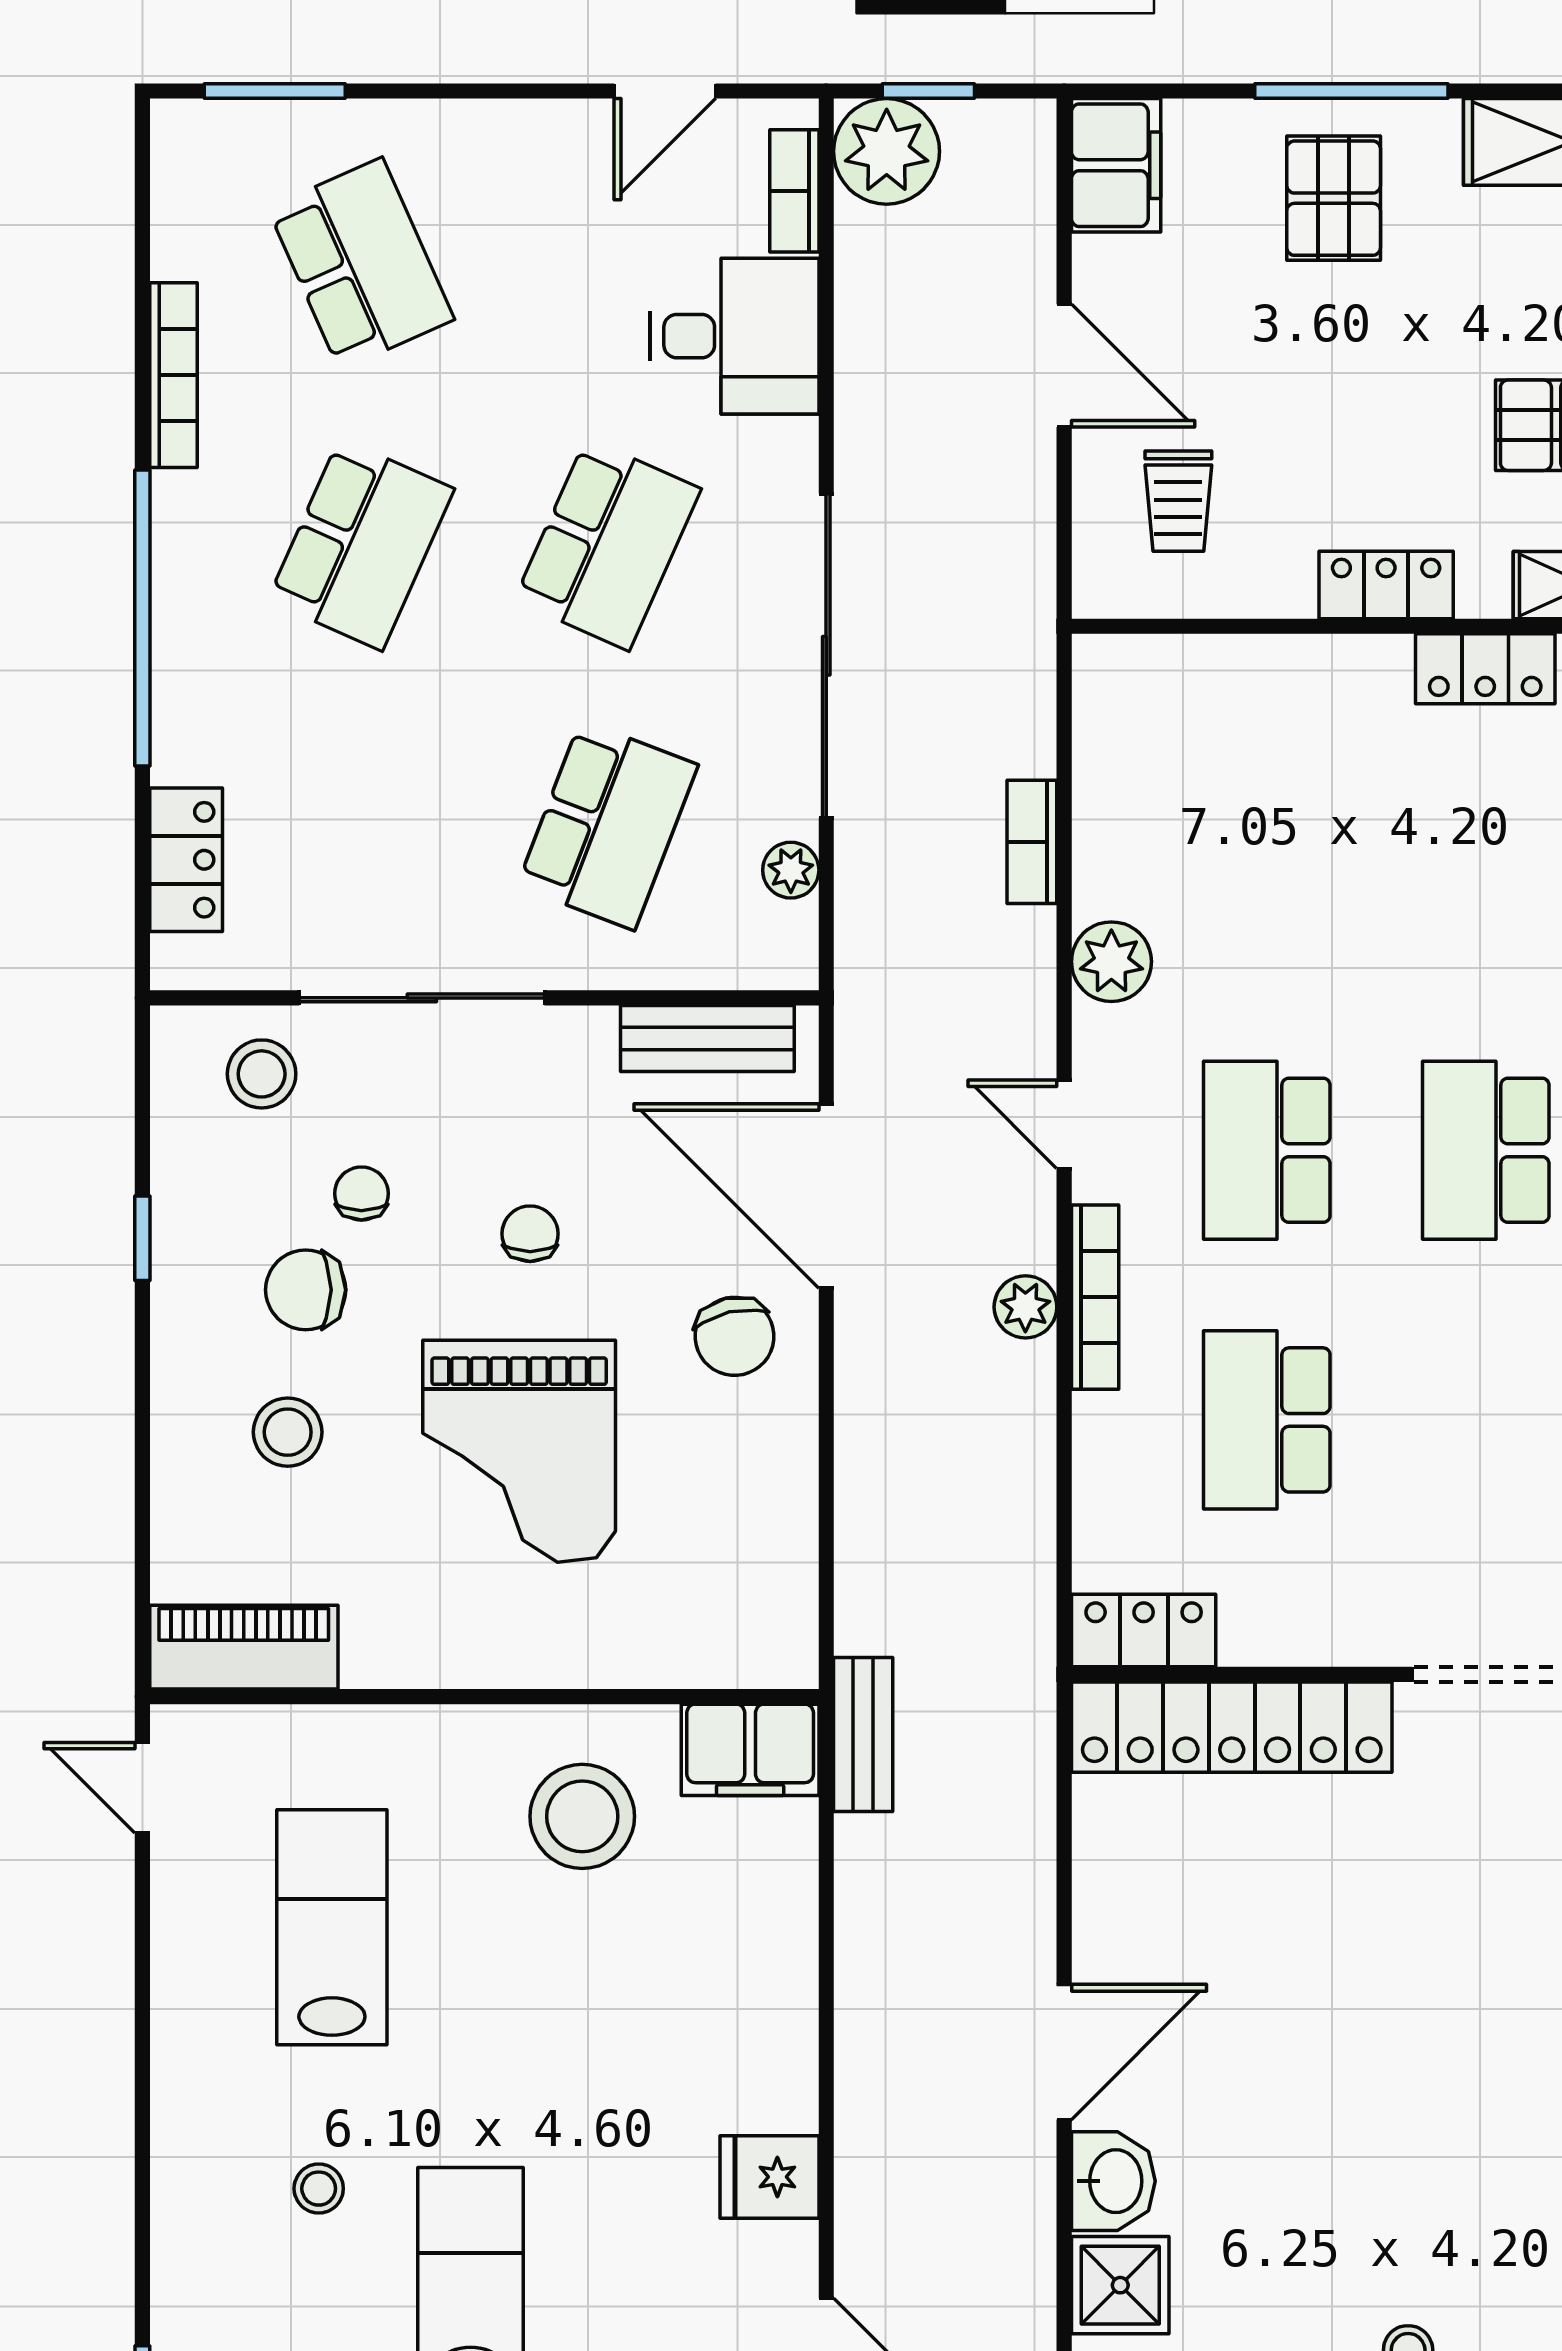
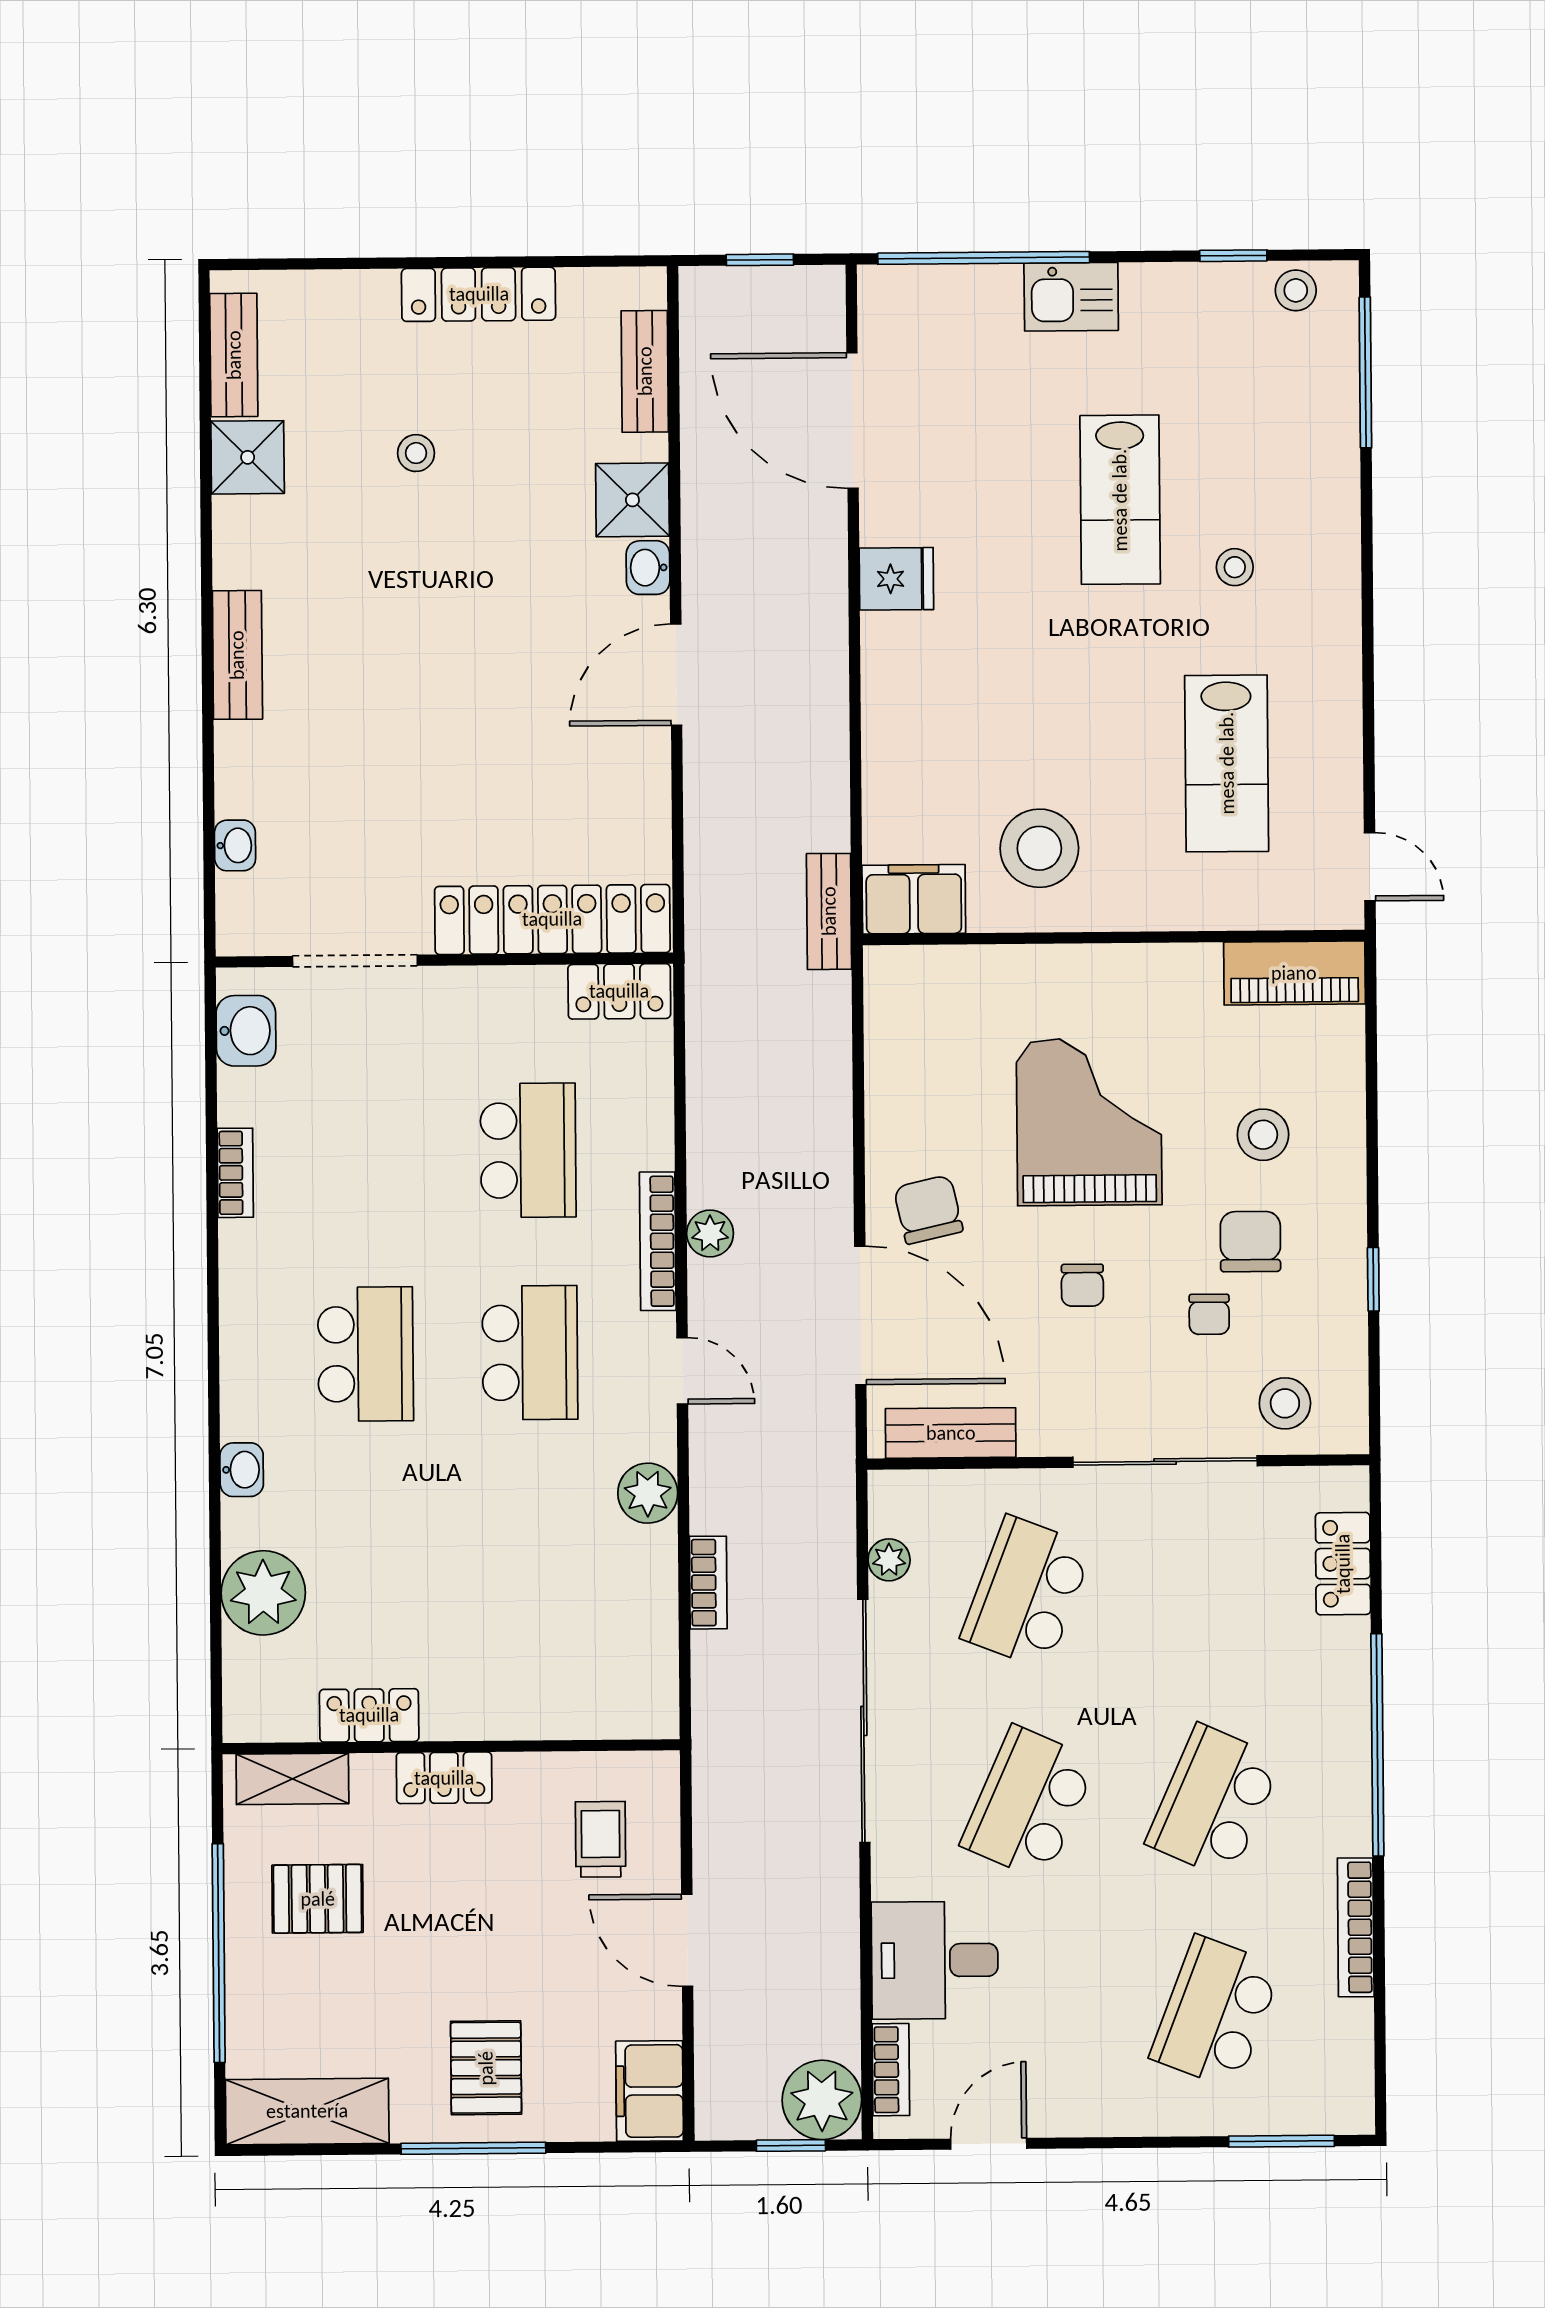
school desk: (361, 264) -> (1216, 2012), turned 45
chair: (306, 1290) -> (1250, 1242), turned -90
washbasin: (1113, 2181) -> (648, 568), width x0.72, depth x0.69

